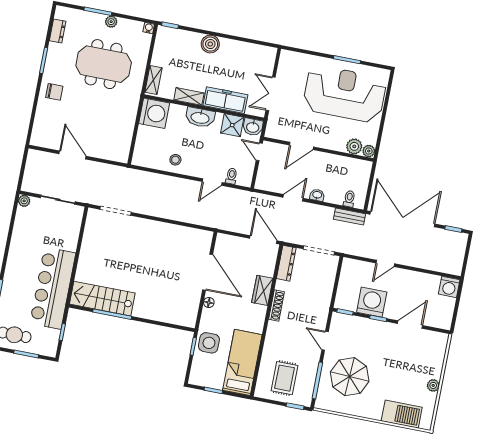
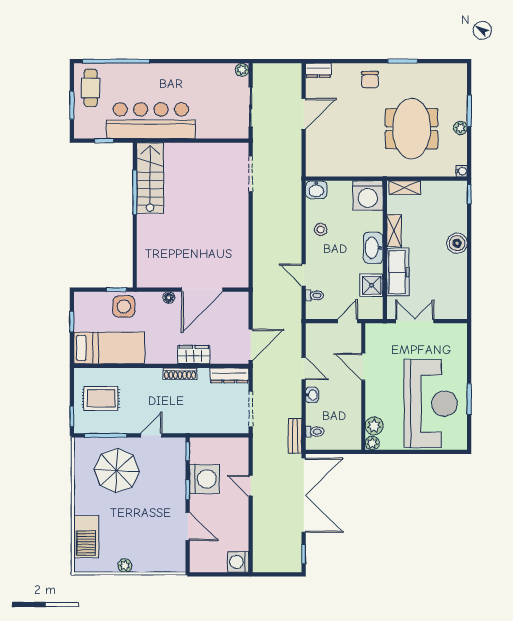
dresser: (58, 31) -> (318, 70), moved
washbasin: (253, 127) -> (316, 190), moved, turned -90

